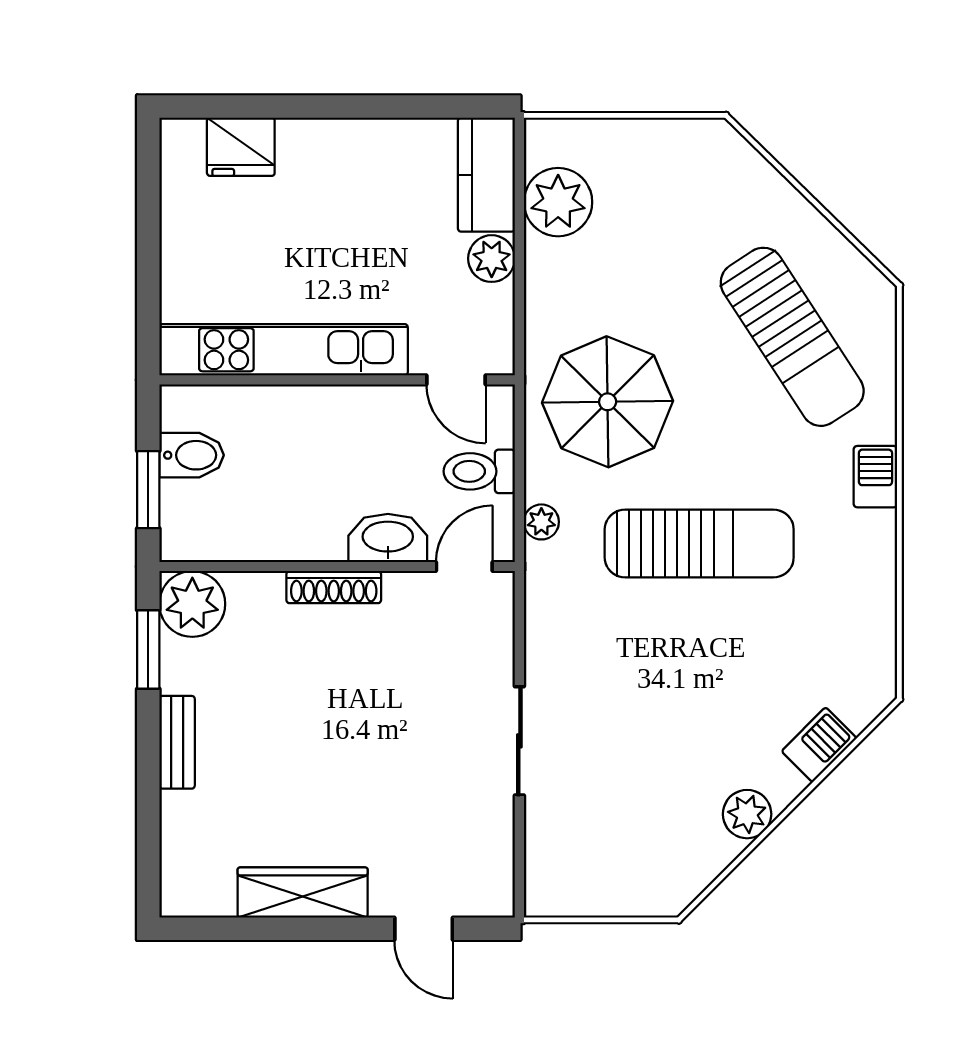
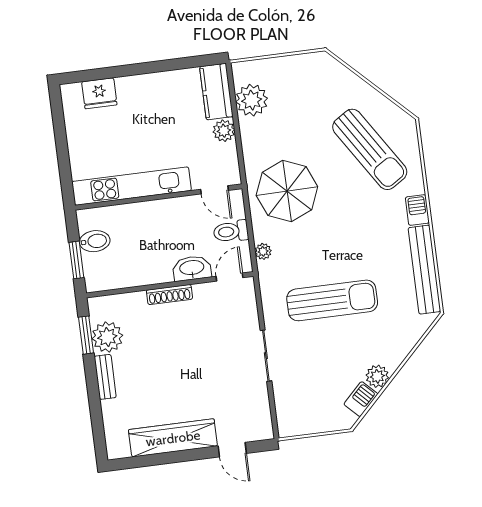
sun lounger: (699, 543) -> (332, 300), moved
bench: (874, 603) -> (424, 270), added
plant: (192, 604) -> (107, 337), moved
barbecue: (819, 745) -> (361, 399), moved
wardrobe: (303, 893) -> (173, 438), width x1.40, depth x1.17

